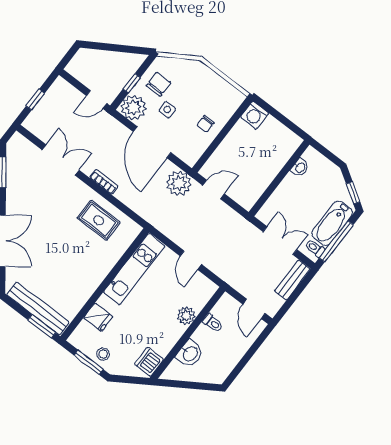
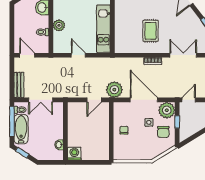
washing machine: (255, 115) -> (74, 154), moved
double door: (61, 160) -> (183, 55), swing flipped
rug: (99, 220) -> (151, 31), moved, turned 90

